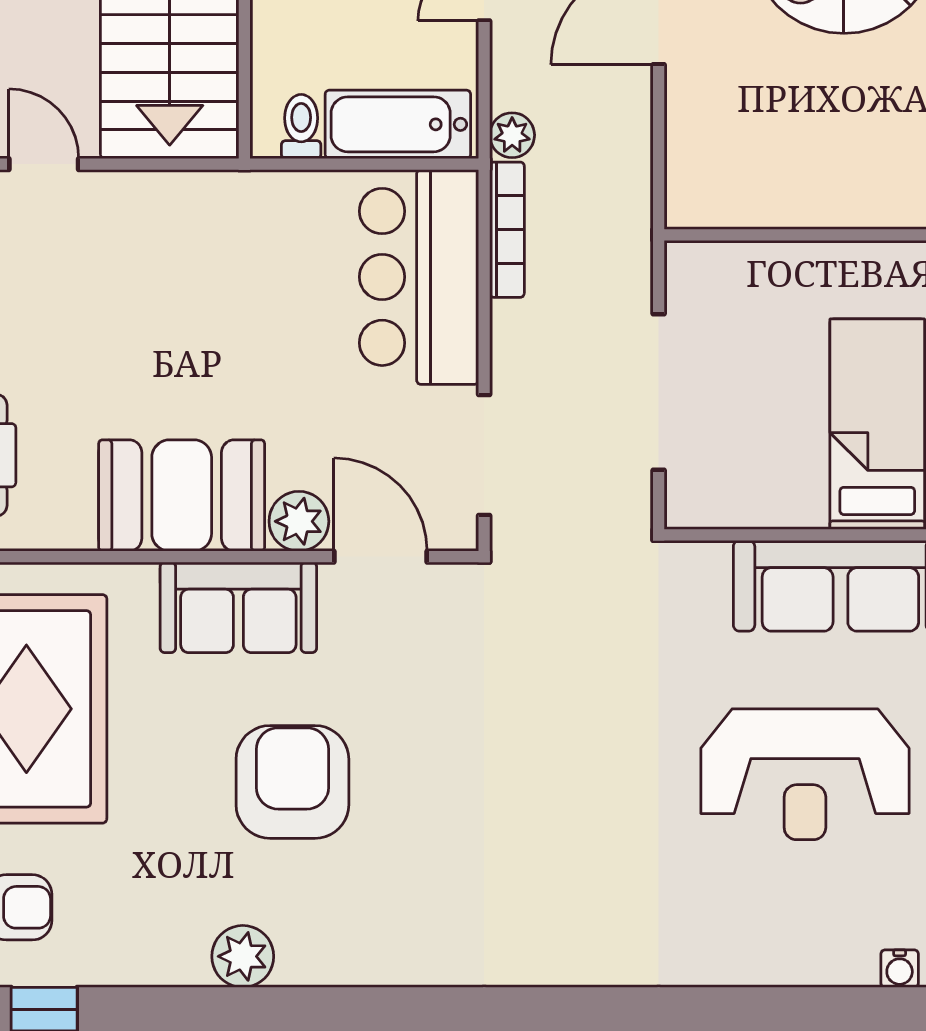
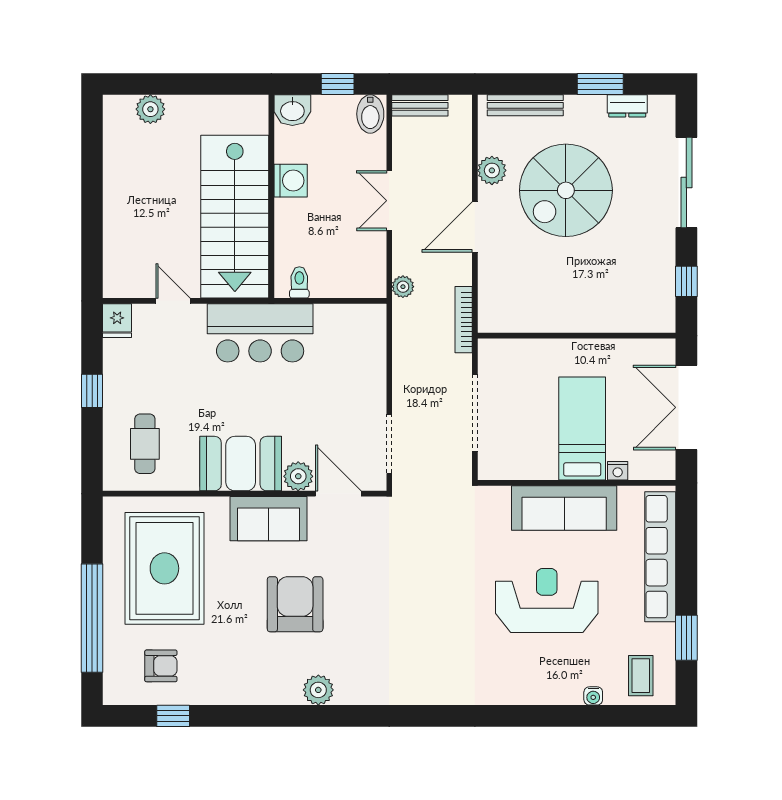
bathtub: (398, 124) -> (347, 281), removed
bookcase: (507, 230) -> (464, 320), moved, turned 180
bar counter: (419, 277) -> (260, 333), moved, turned -90
reception desk: (805, 774) -> (547, 600), turned 180
plant: (243, 956) -> (318, 690), moved

